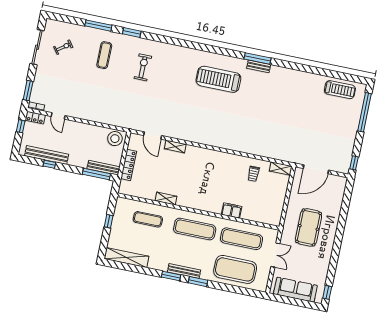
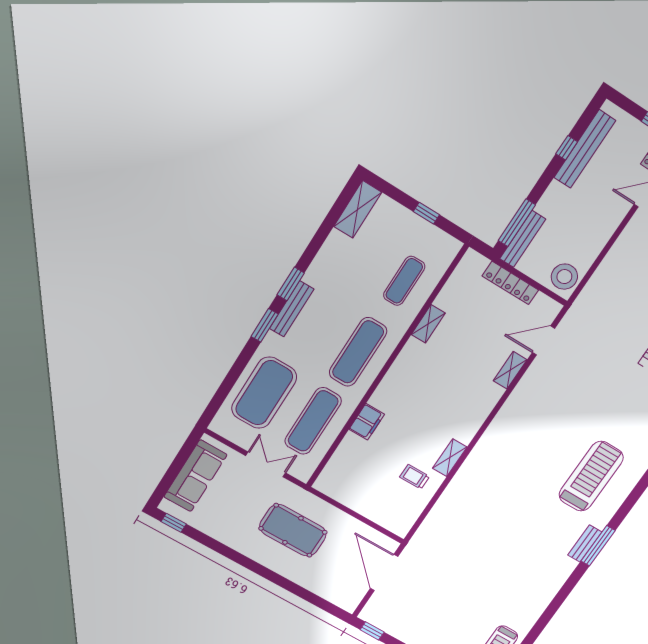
shelving: (281, 169) -> (450, 458), moved
double door: (275, 255) -> (266, 464), swing flipped
shelving: (126, 258) -> (358, 209), width x0.68

